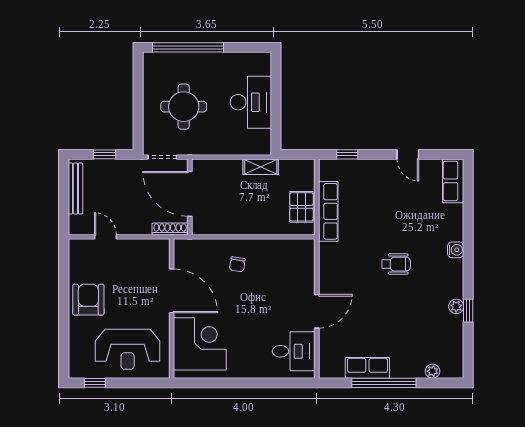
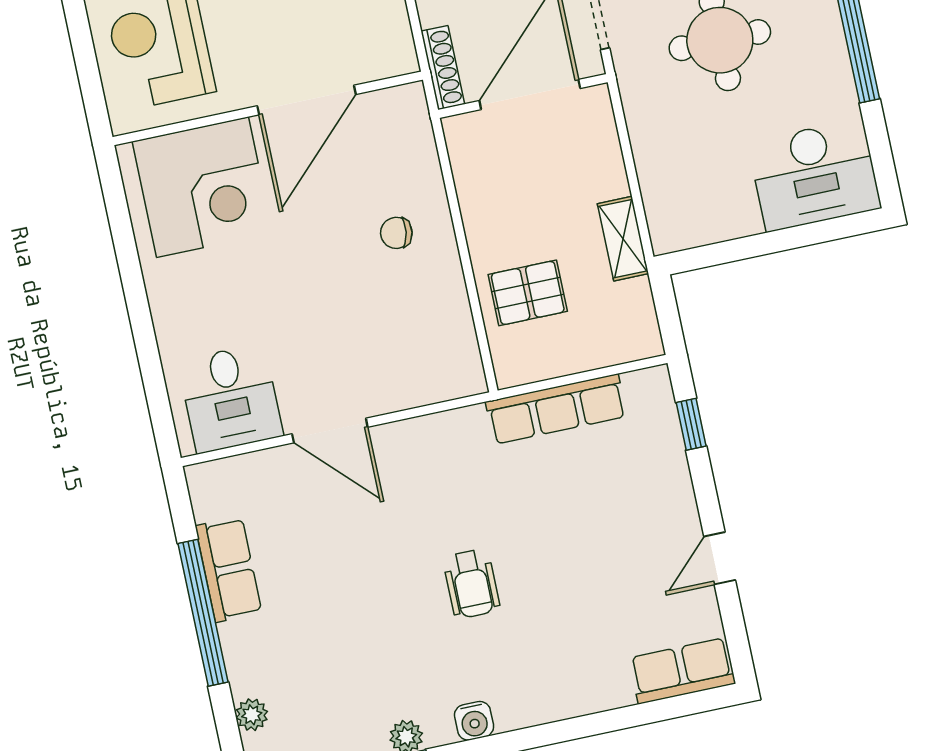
desk: (251, 102) -> (815, 175), moved
pallet: (301, 207) -> (528, 293), moved
water cooler: (456, 250) -> (474, 721), moved

